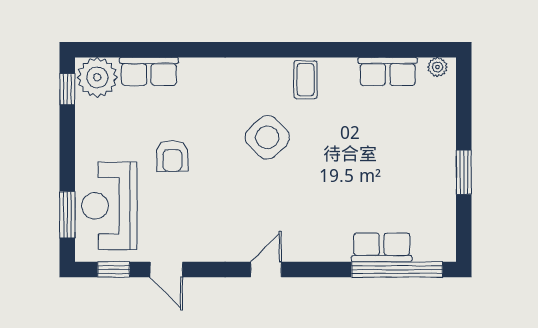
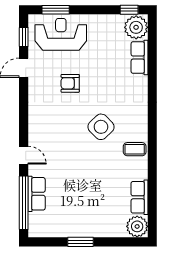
plant: (437, 67) -> (137, 226), width x1.88, depth x1.88
armchair: (172, 156) -> (70, 83), moved
door: (266, 269) -> (24, 155), moved

